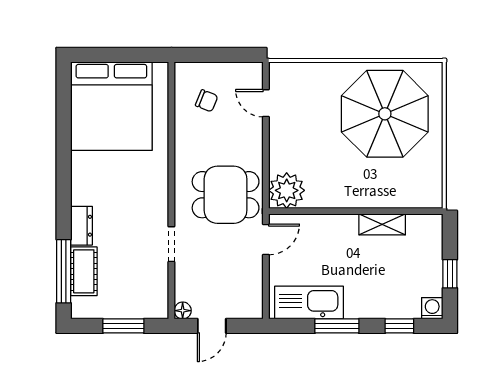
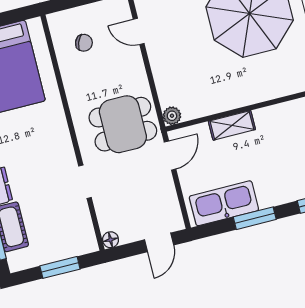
plant: (287, 190) -> (172, 116), width x0.53, depth x0.53
shelving: (382, 224) -> (232, 125), moved
door: (212, 326) -> (159, 242), moved

